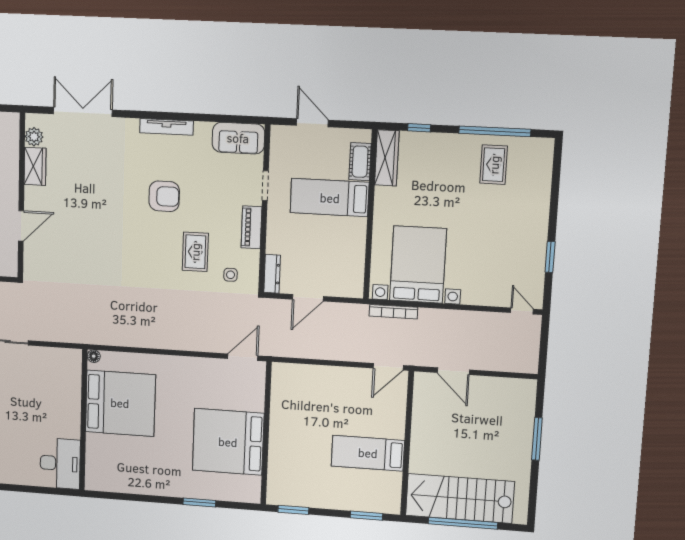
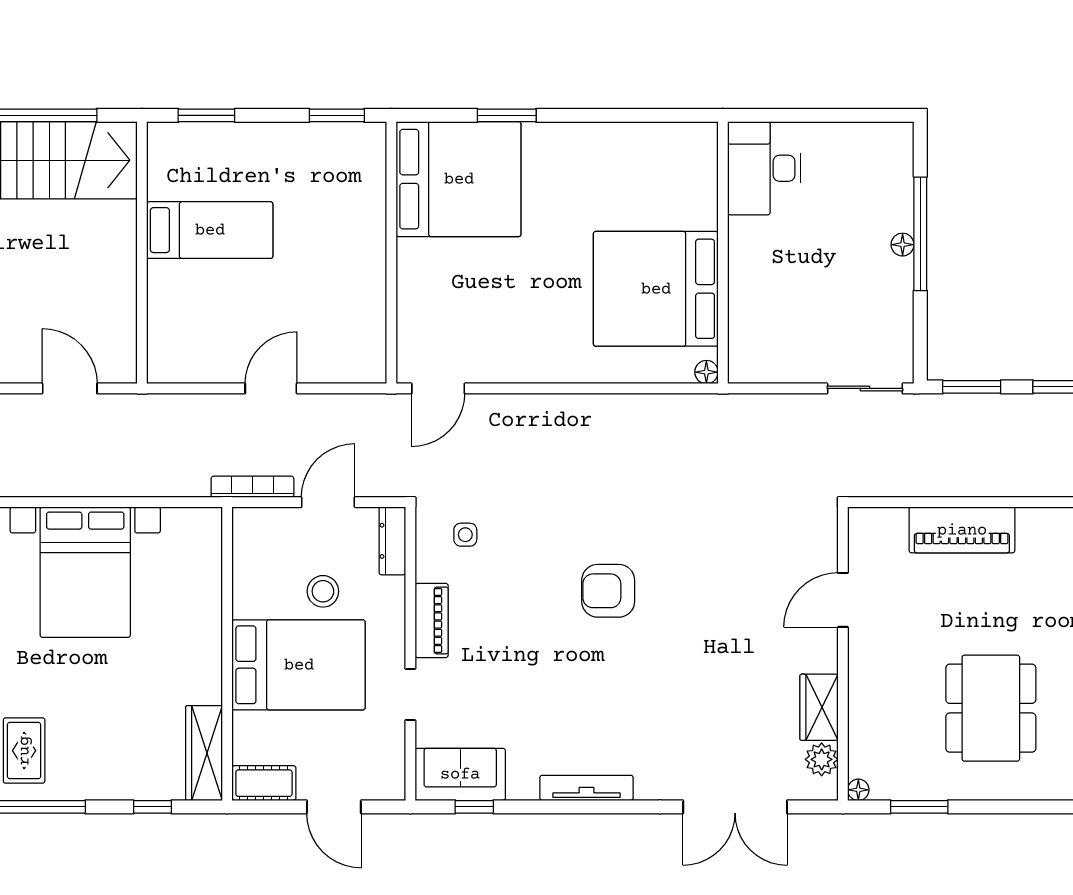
floor lamp: (14, 118) -> (858, 790), added
window: (231, 119) -> (474, 807), added
cot: (360, 162) -> (264, 783), moved, turned 90
armchair: (164, 196) -> (608, 591), moved
bed: (330, 198) -> (299, 665), width x1.50
stool: (313, 247) -> (323, 591), added
rug: (195, 252) -> (529, 572), removed
bed with nightstands: (418, 265) -> (85, 572), moved
bookcase: (393, 312) -> (252, 487), moved
door: (388, 367) -> (271, 388), moved
bed: (228, 442) -> (459, 179), moved

